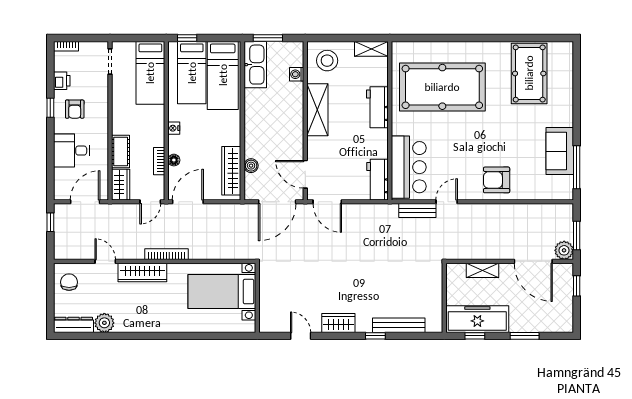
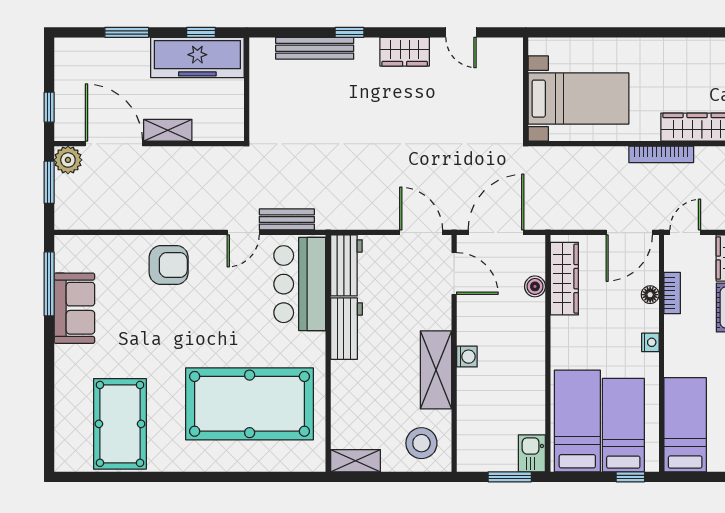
kitchen sink: (255, 65) -> (532, 453), width x0.53, depth x0.81
washing machine: (297, 74) -> (467, 357), moved
workbench: (377, 107) -> (346, 329), moved
shelving: (482, 270) -> (168, 130), moved

